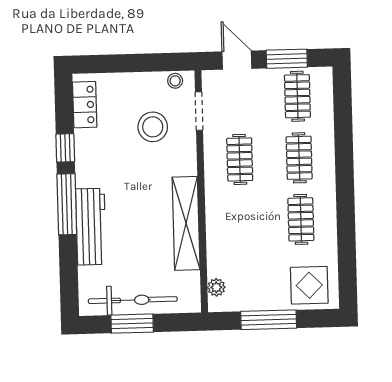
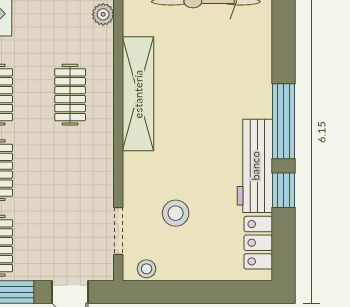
stool: (153, 127) -> (176, 213), width x0.73, depth x0.73
clothes rail: (240, 159) -> (70, 95), moved
workbench: (91, 227) -> (255, 166), moved

